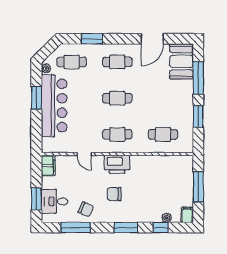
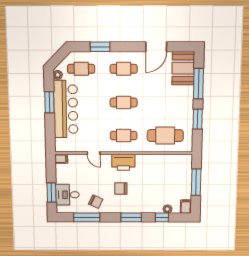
cafe table: (163, 134) -> (165, 136), width x1.37, depth x1.35
filing cabinet: (48, 166) -> (61, 159), width x0.50

